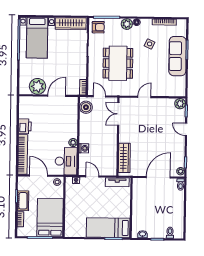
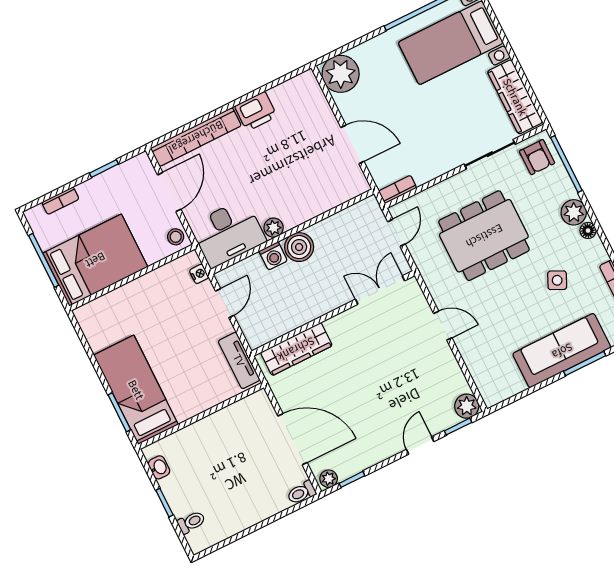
plant: (38, 86) -> (341, 74), moved
boiler: (86, 107) -> (299, 247), moved
cot: (23, 201) -> (101, 187), removed

